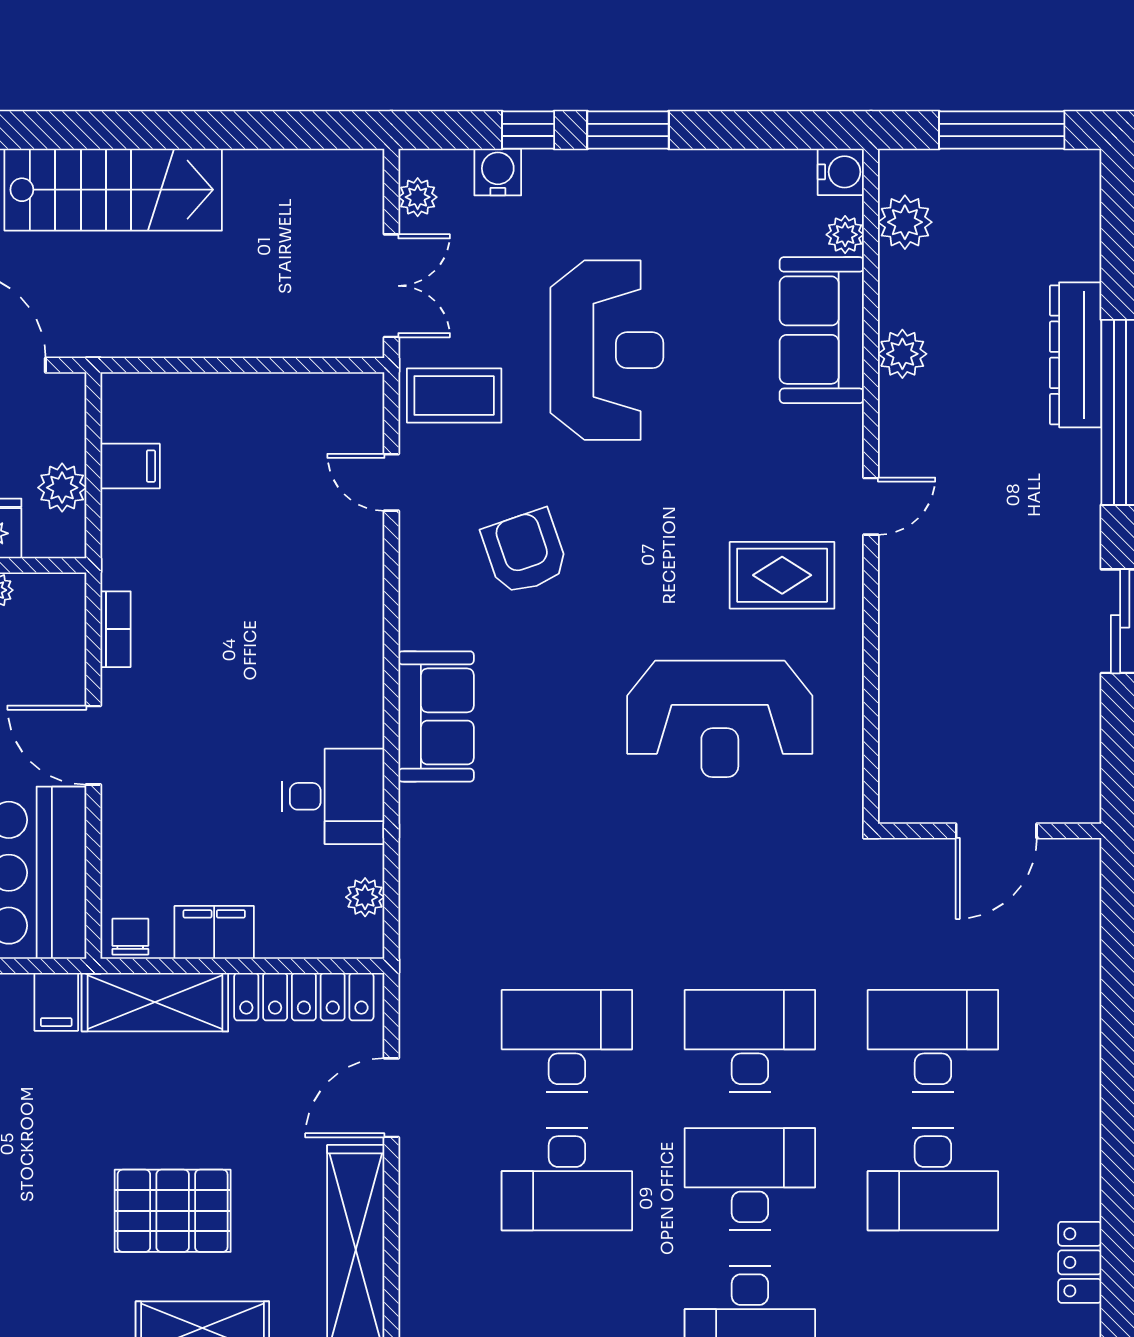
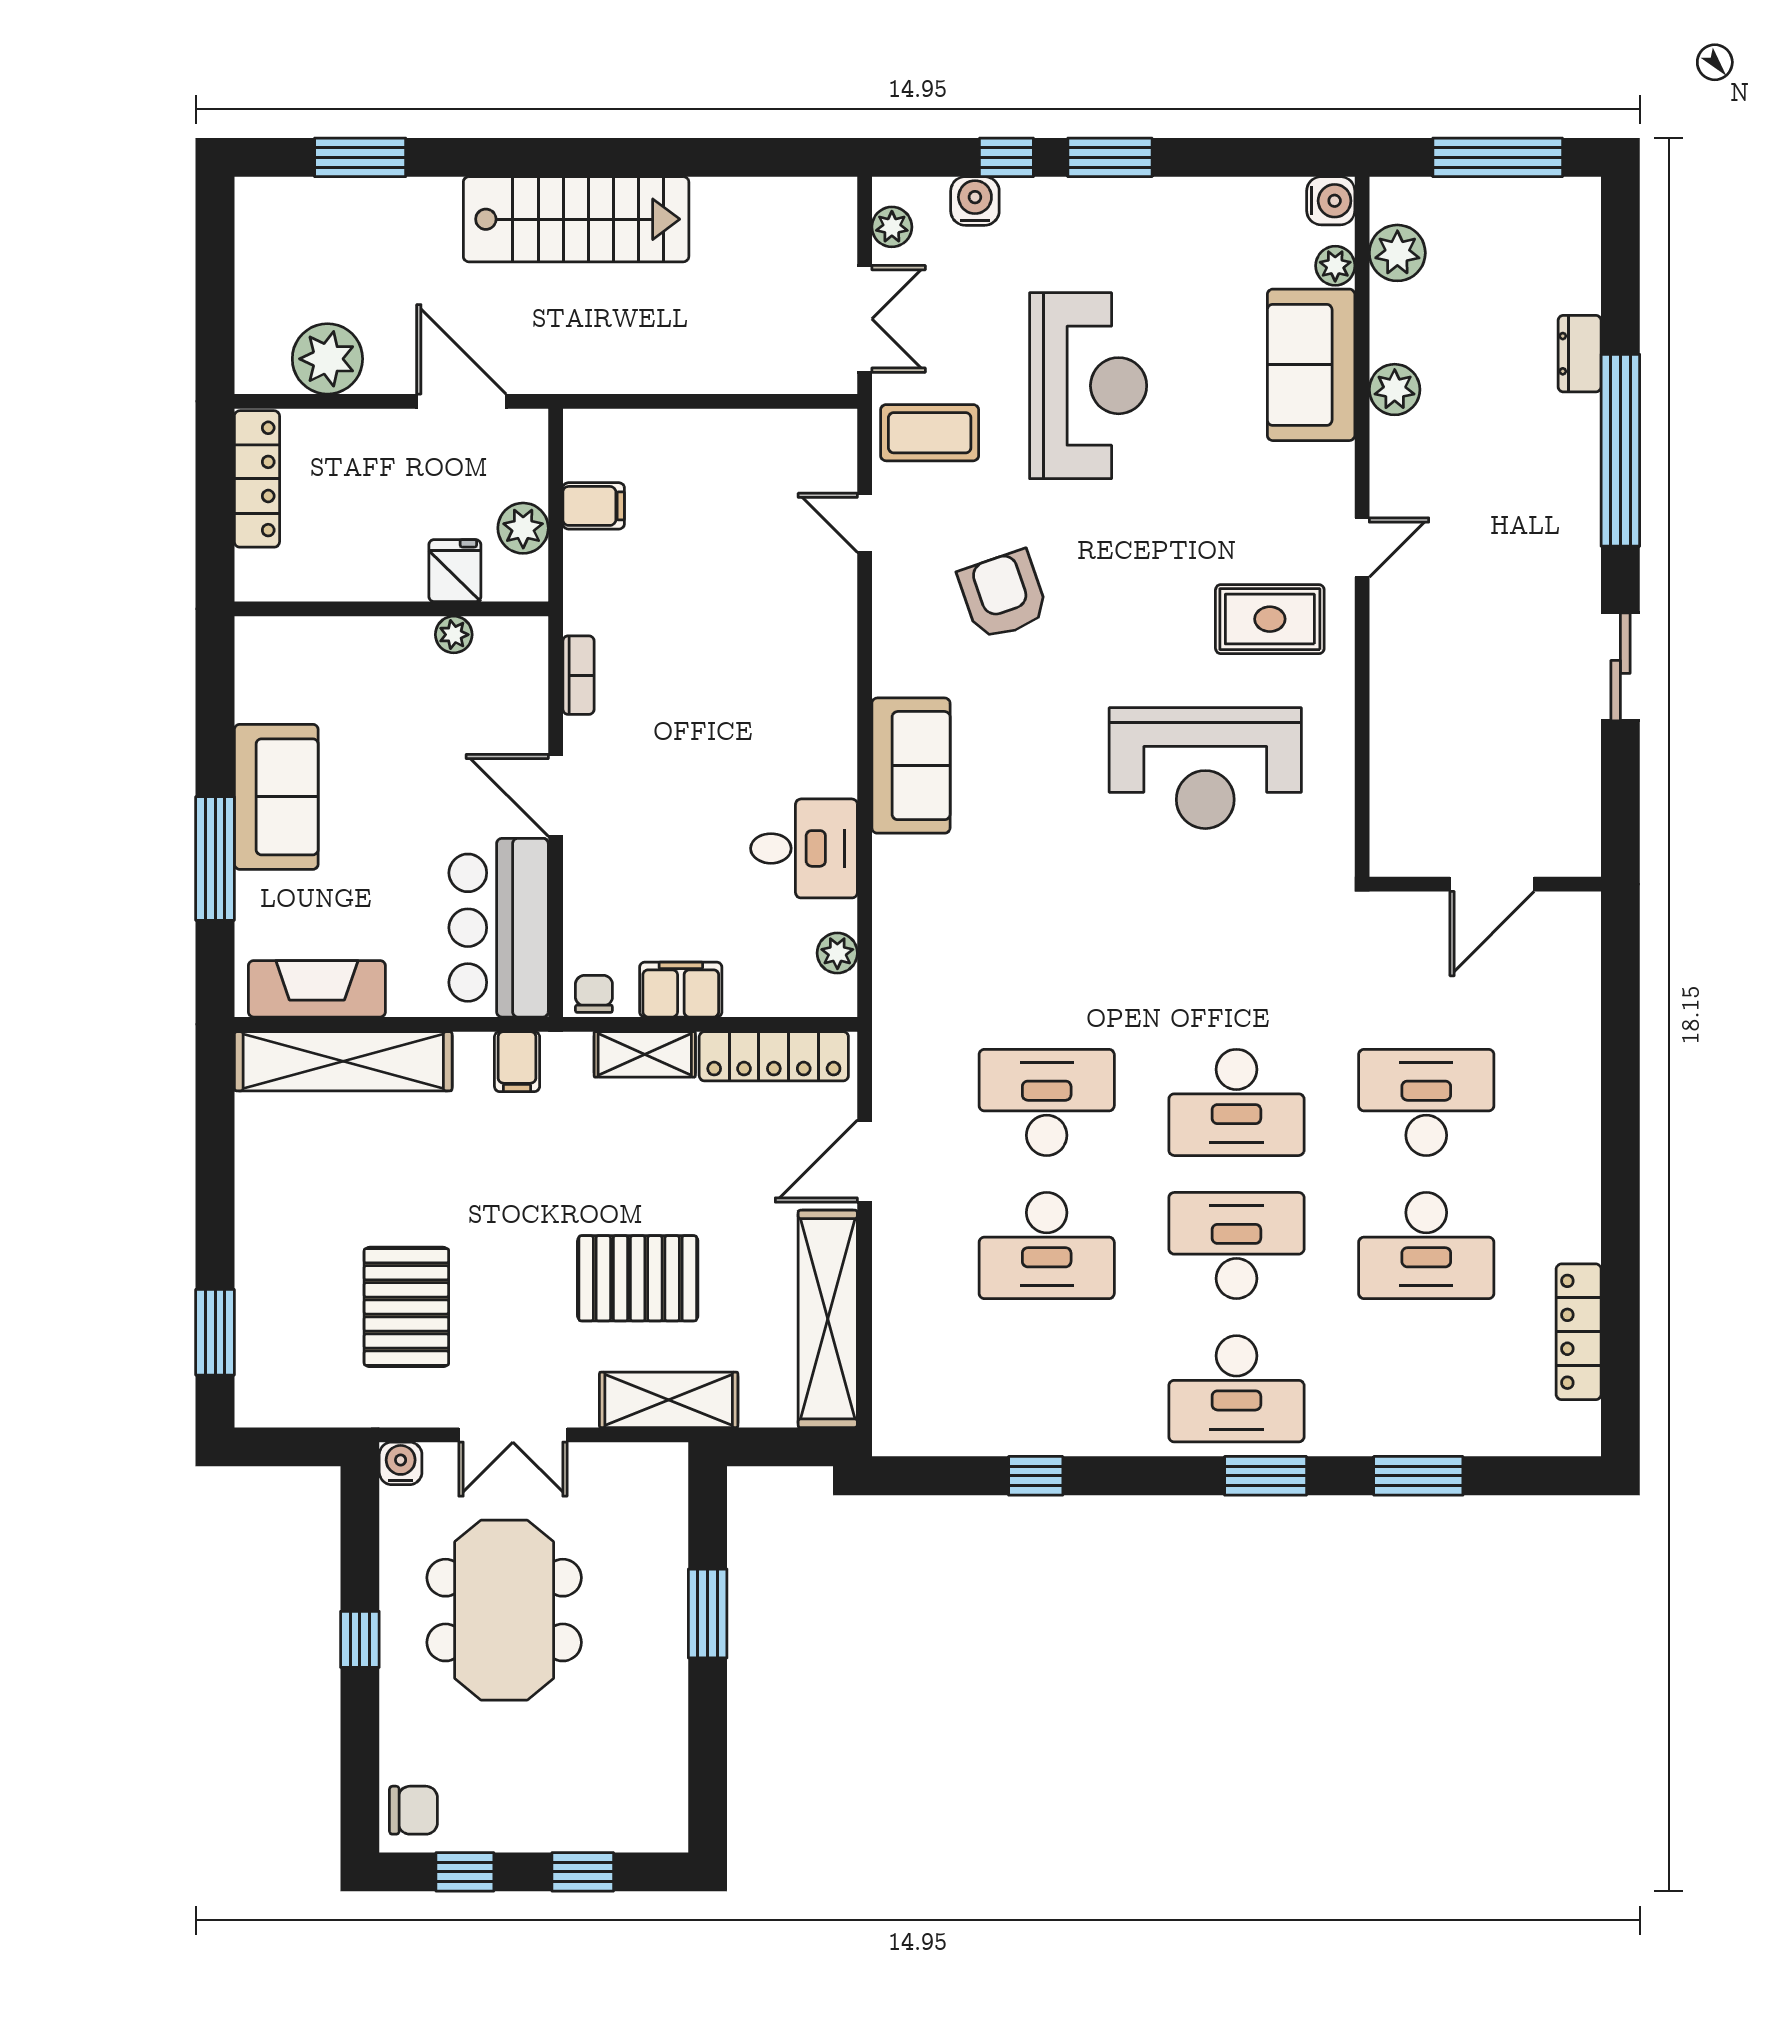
dresser: (1076, 355) -> (1580, 354), width x0.51, depth x0.80
shelving: (155, 1002) -> (645, 1054), width x0.67, depth x0.75
desk: (750, 1041) -> (1236, 1102), turned 180
locker: (1080, 1262) -> (1579, 1332), width x1.53

